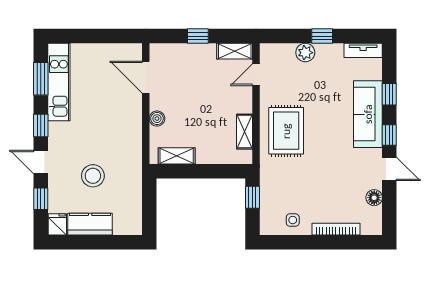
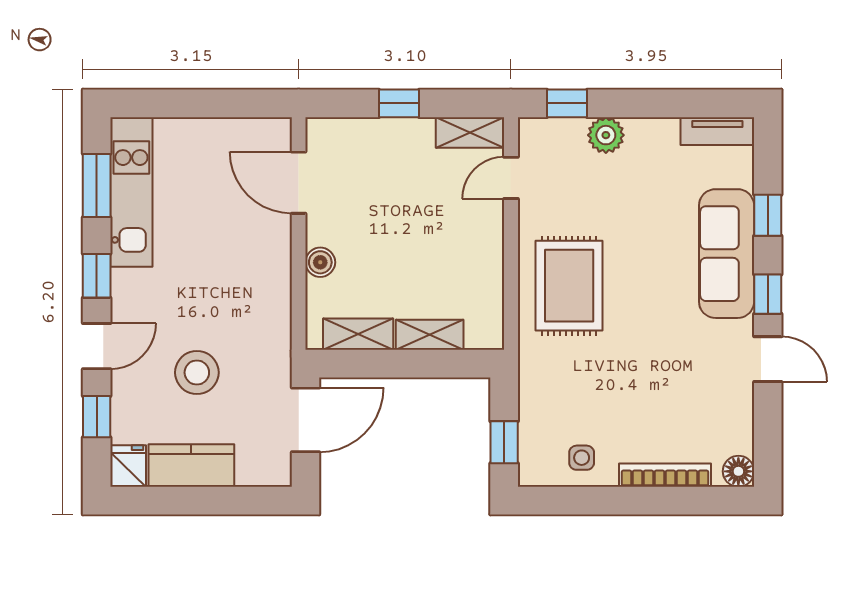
window: (322, 36) -> (567, 103), moved
shelving: (245, 132) -> (430, 335), moved, turned 90
door: (41, 162) -> (97, 346), swing flipped
window: (252, 197) -> (504, 442), moved
floor lamp: (374, 198) -> (738, 471), moved
door: (149, 200) -> (305, 420), added

